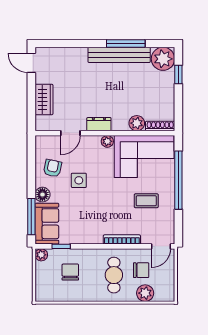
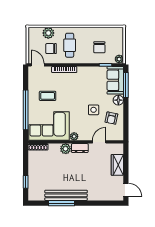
plant: (163, 59) -> (36, 193), removed
plant: (137, 123) -> (66, 149), moved
door: (161, 246) -> (38, 65), hinge flipped

